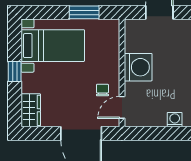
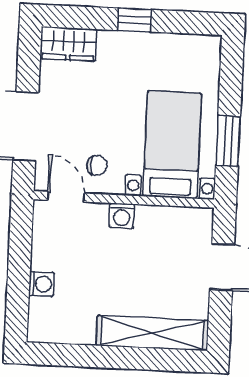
bed with nightstands: (53, 46) -> (172, 145), moved, turned 180
washing machine: (138, 67) -> (122, 216), width x0.53, depth x0.53

